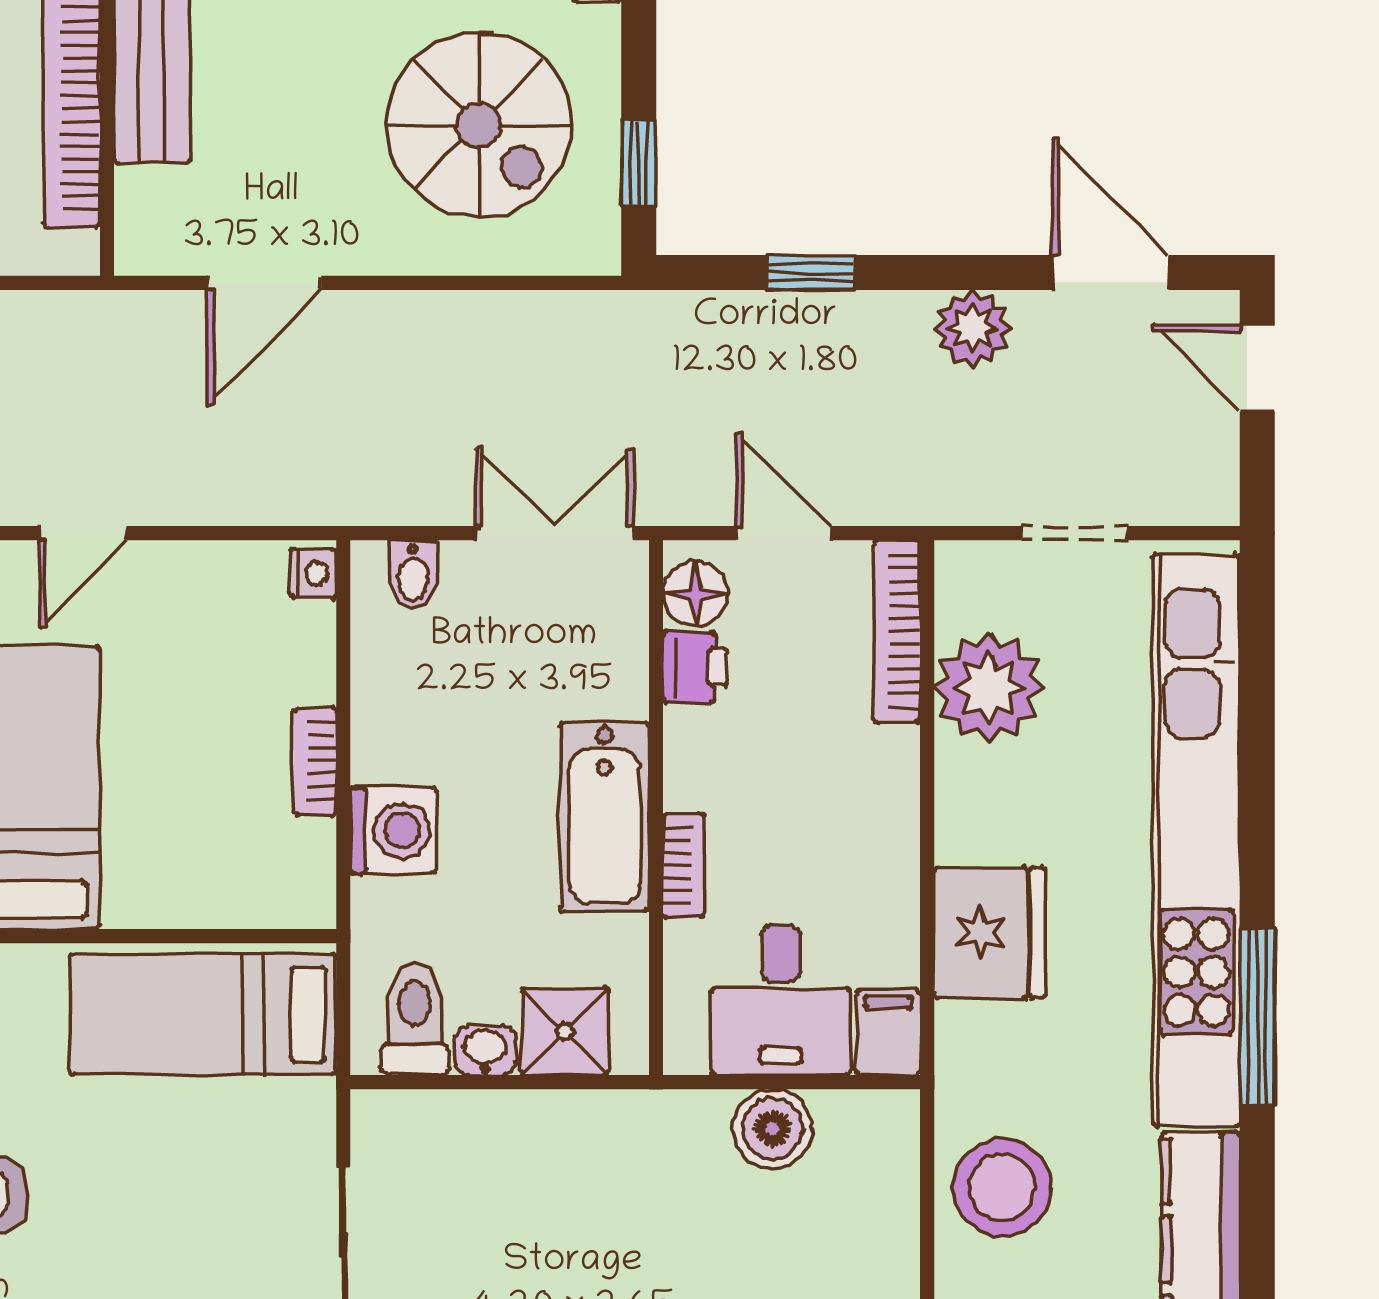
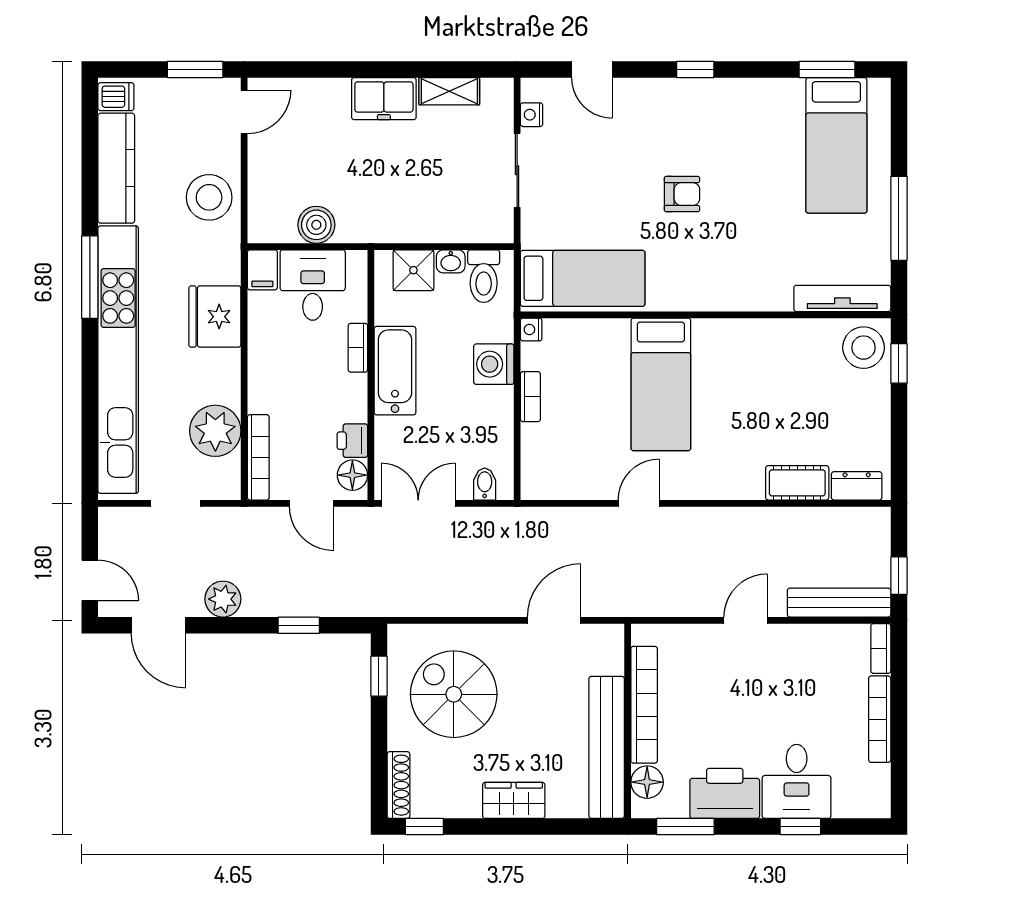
double door: (555, 533) -> (418, 503), swing flipped
nightstand: (313, 573) -> (531, 329), moved

